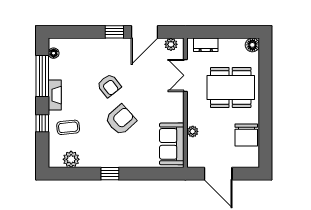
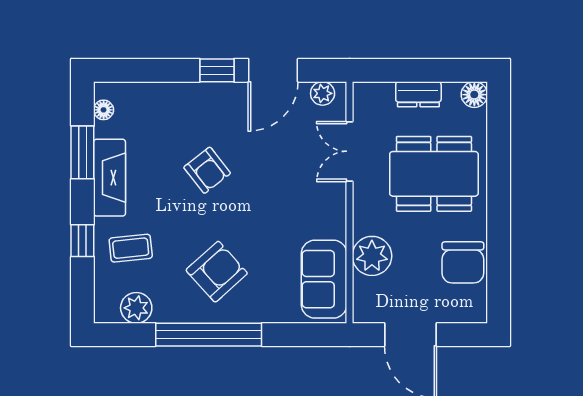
dresser: (206, 45) -> (418, 94), moved
window: (42, 76) -> (82, 152), width x0.69
fireplace: (55, 95) -> (110, 178), width x1.37, depth x1.32
armchair: (121, 120) -> (217, 272), moved
plant: (193, 131) -> (372, 256), width x1.88, depth x1.88
window: (110, 174) -> (209, 335), width x3.17

